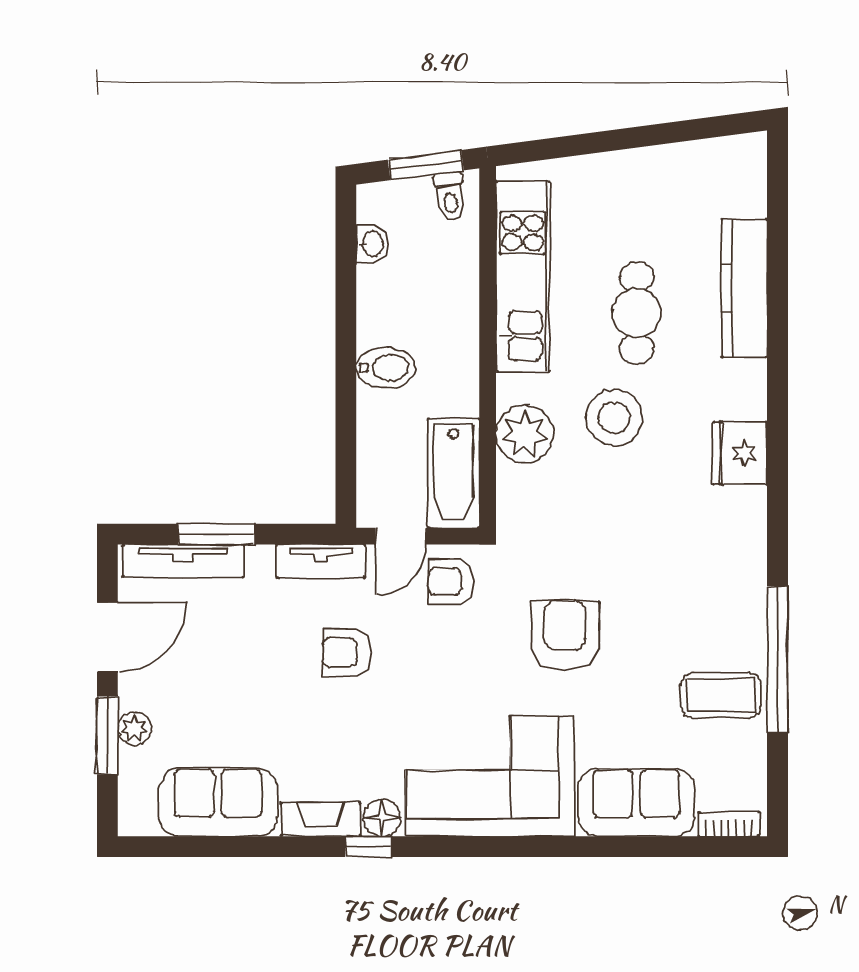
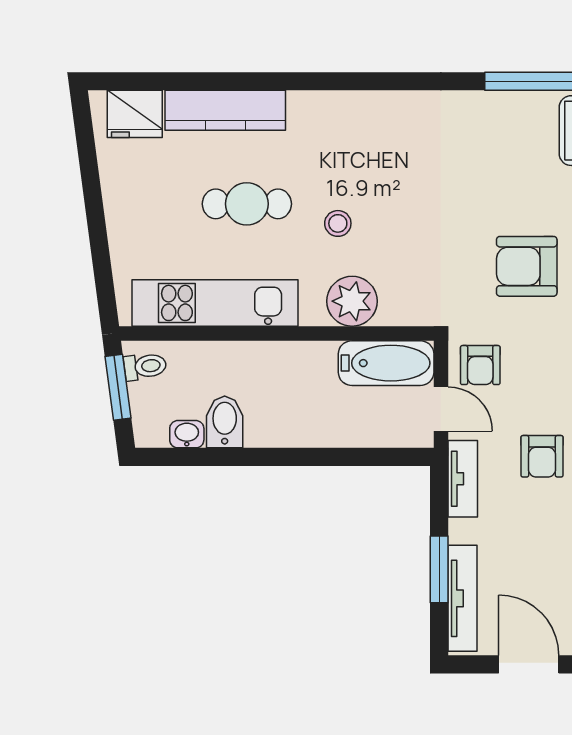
bidet: (386, 368) -> (225, 422), moved
stool: (614, 418) -> (338, 223), width x0.53, depth x0.53
fridge: (740, 453) -> (135, 114), moved

